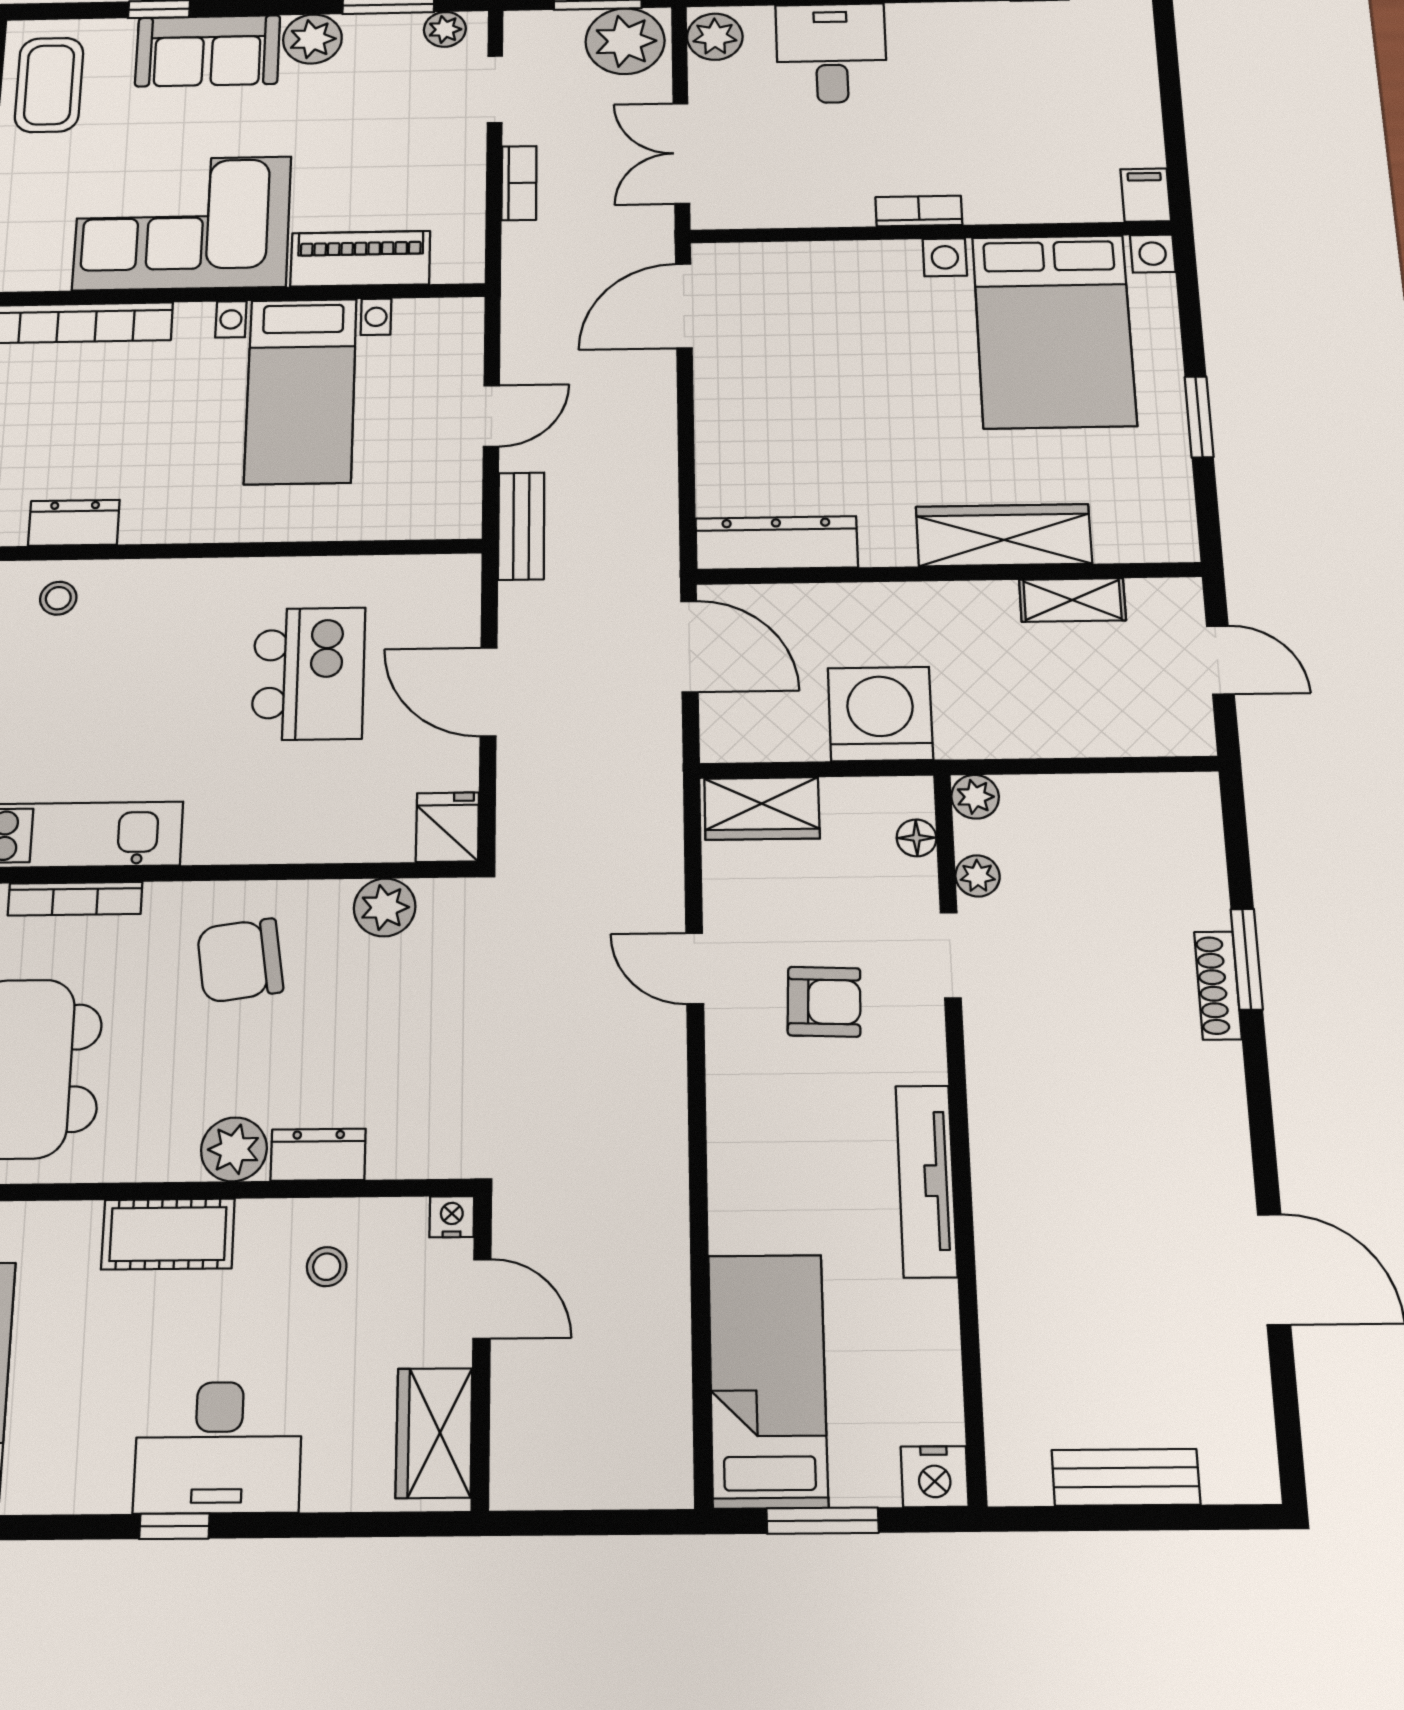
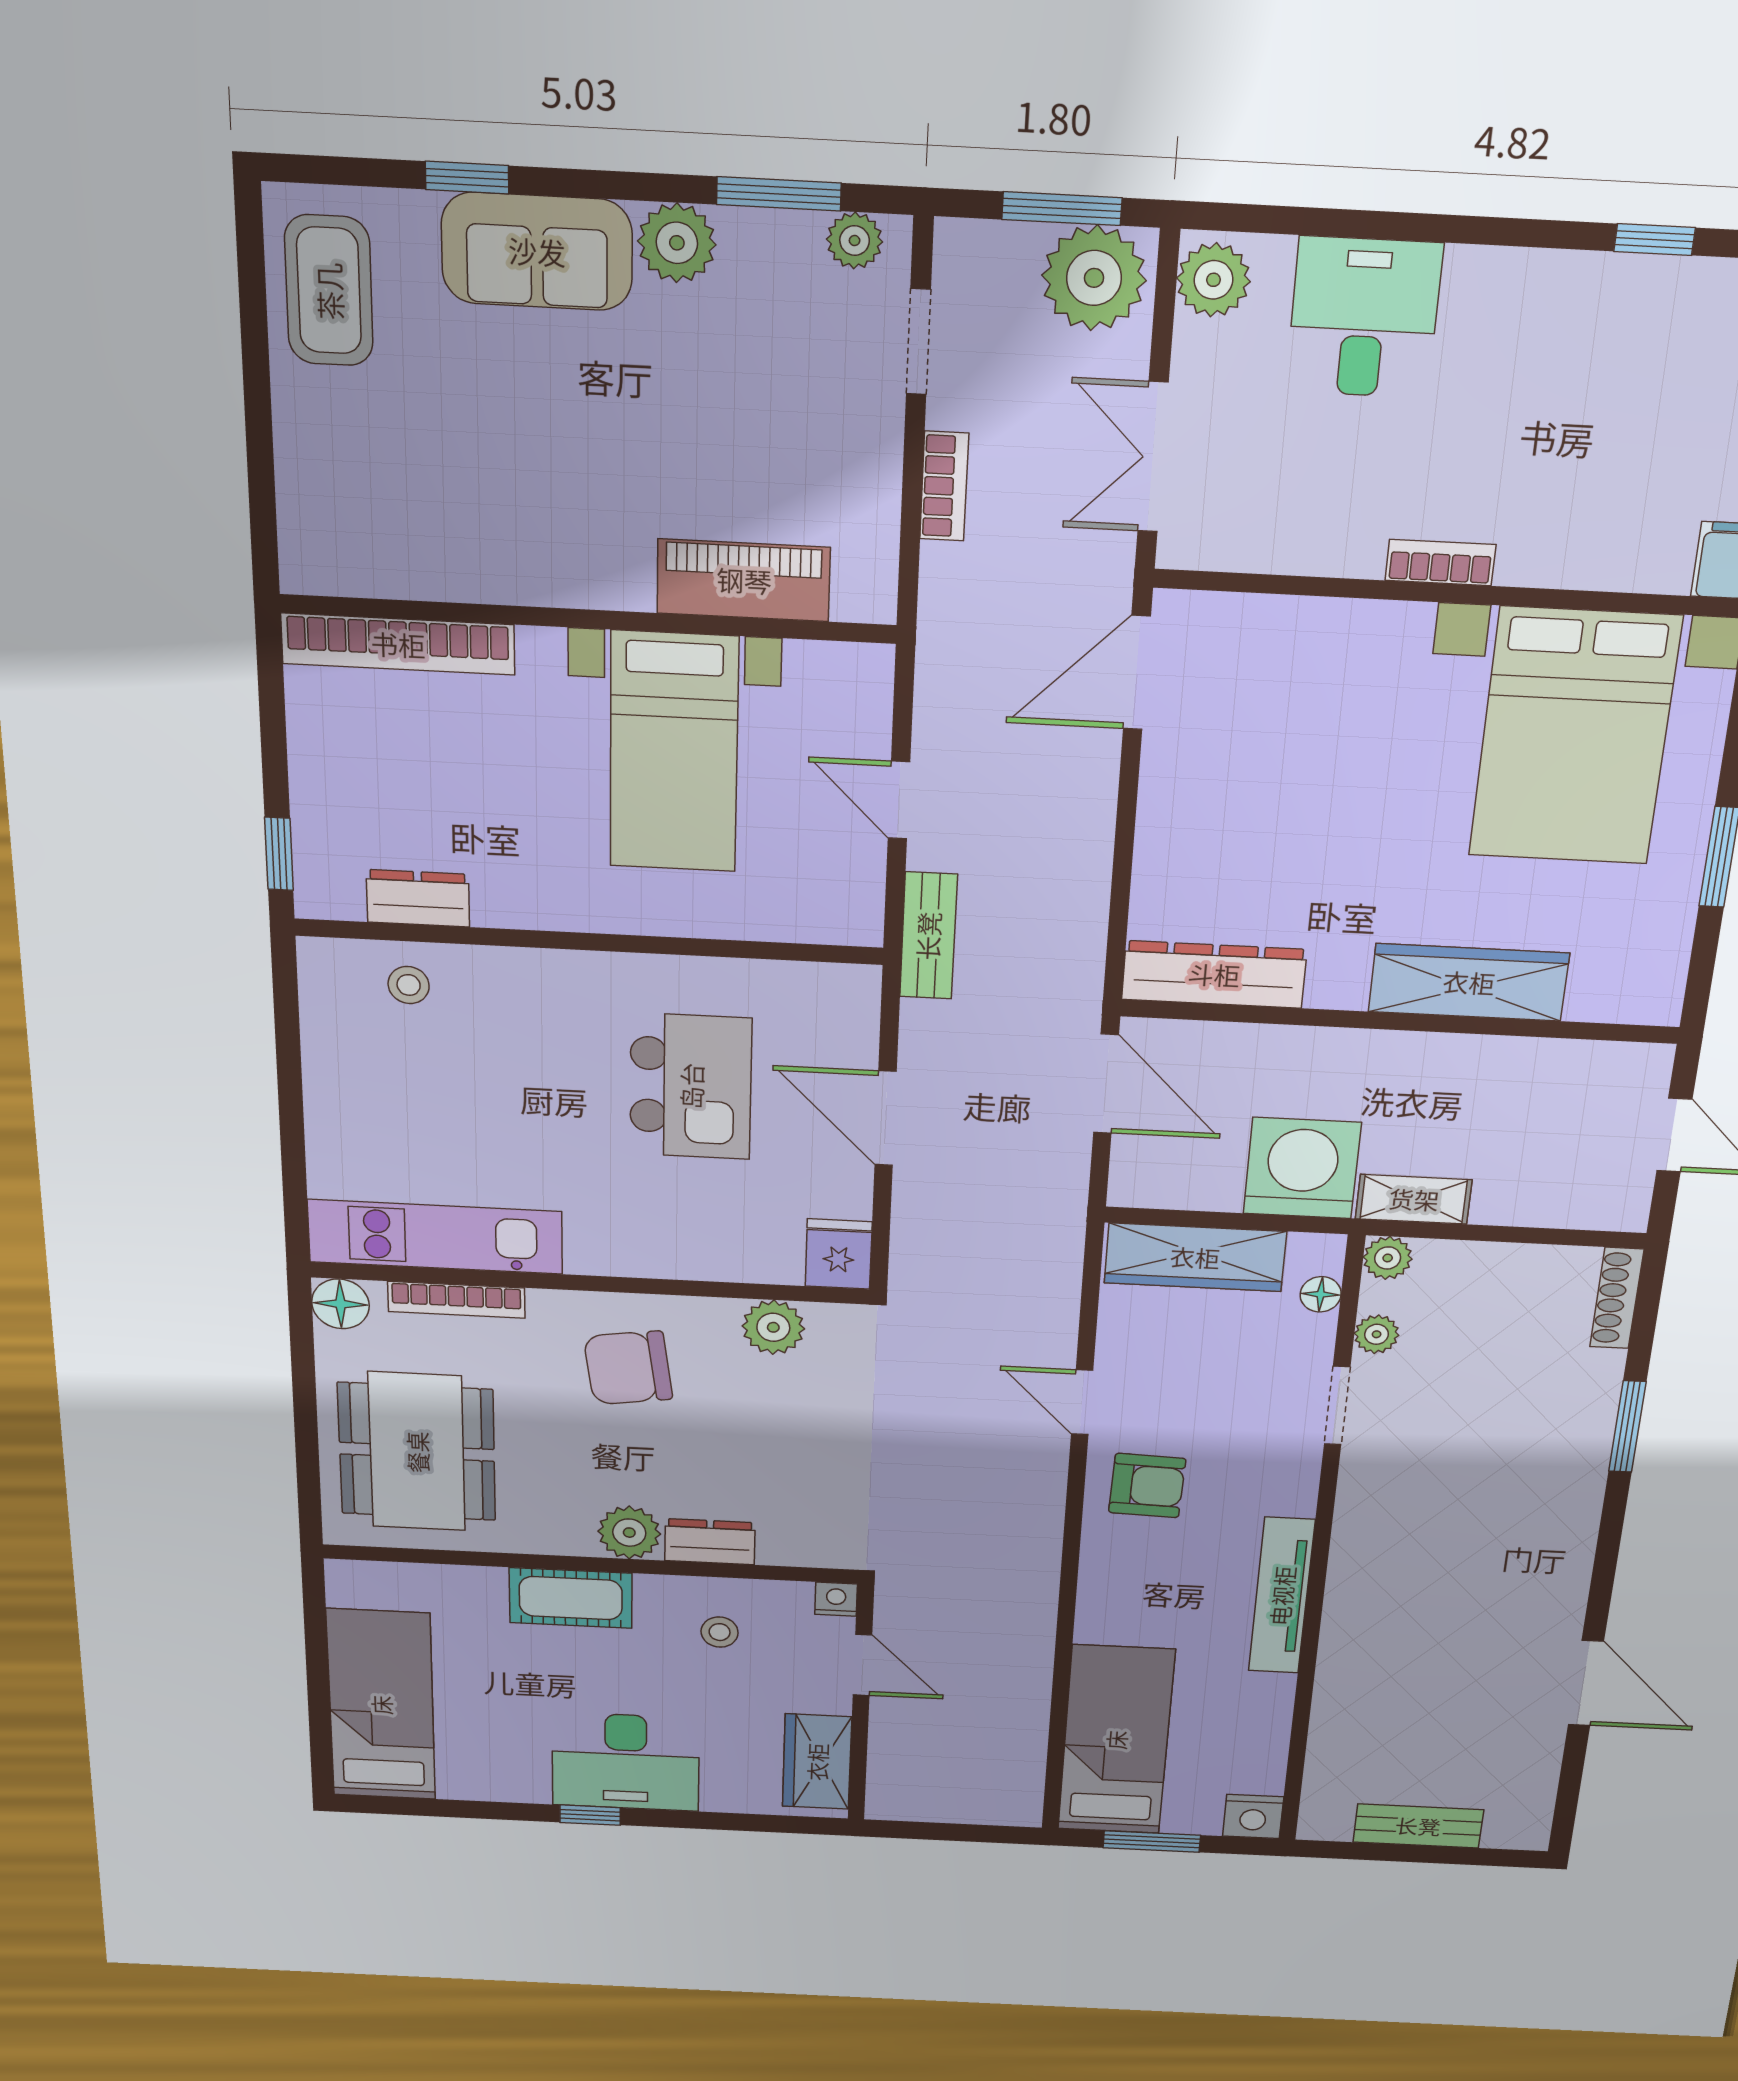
corner sofa: (182, 223) -> (519, 514), removed
door: (491, 416) -> (899, 800), swing flipped
shelving: (1072, 600) -> (1414, 1199), moved
wardrobe: (762, 808) -> (1195, 1257), width x1.50
shoe rack: (1218, 985) -> (1617, 1298), moved
armchair: (824, 1002) -> (1147, 1486), moved

